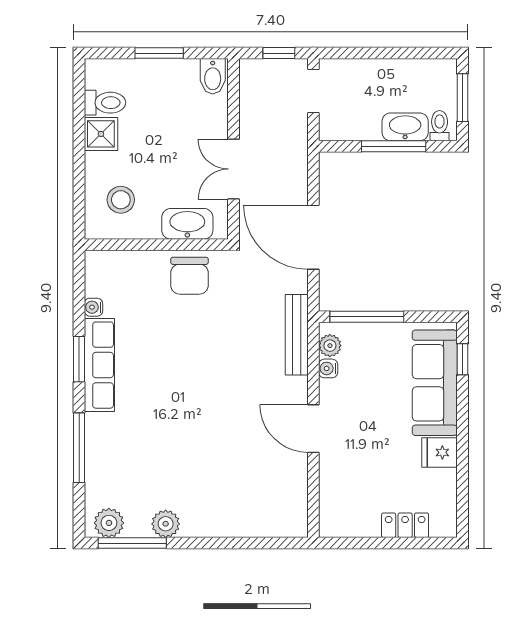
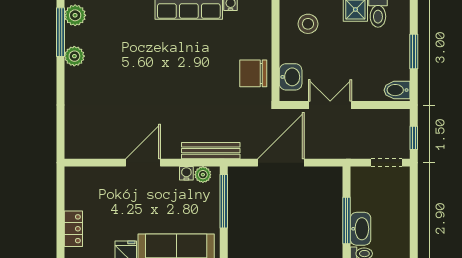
washbasin: (187, 224) -> (291, 77), width x0.72

